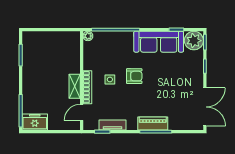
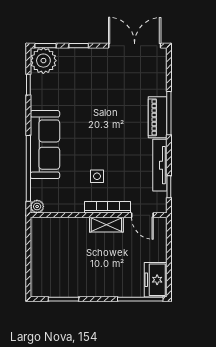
sofa: (159, 42) -> (45, 145), moved
armchair: (134, 76) -> (92, 143), removed
tv unit: (112, 125) -> (160, 165), width x1.41

